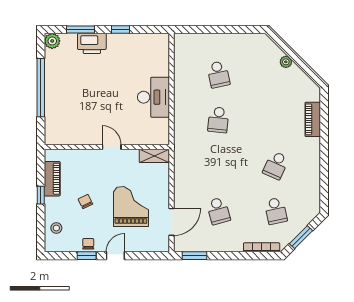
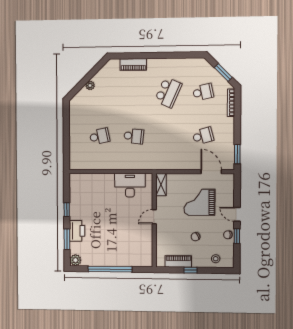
desk: (153, 97) -> (130, 185), moved
school desk: (276, 165) -> (168, 92), width x1.85

